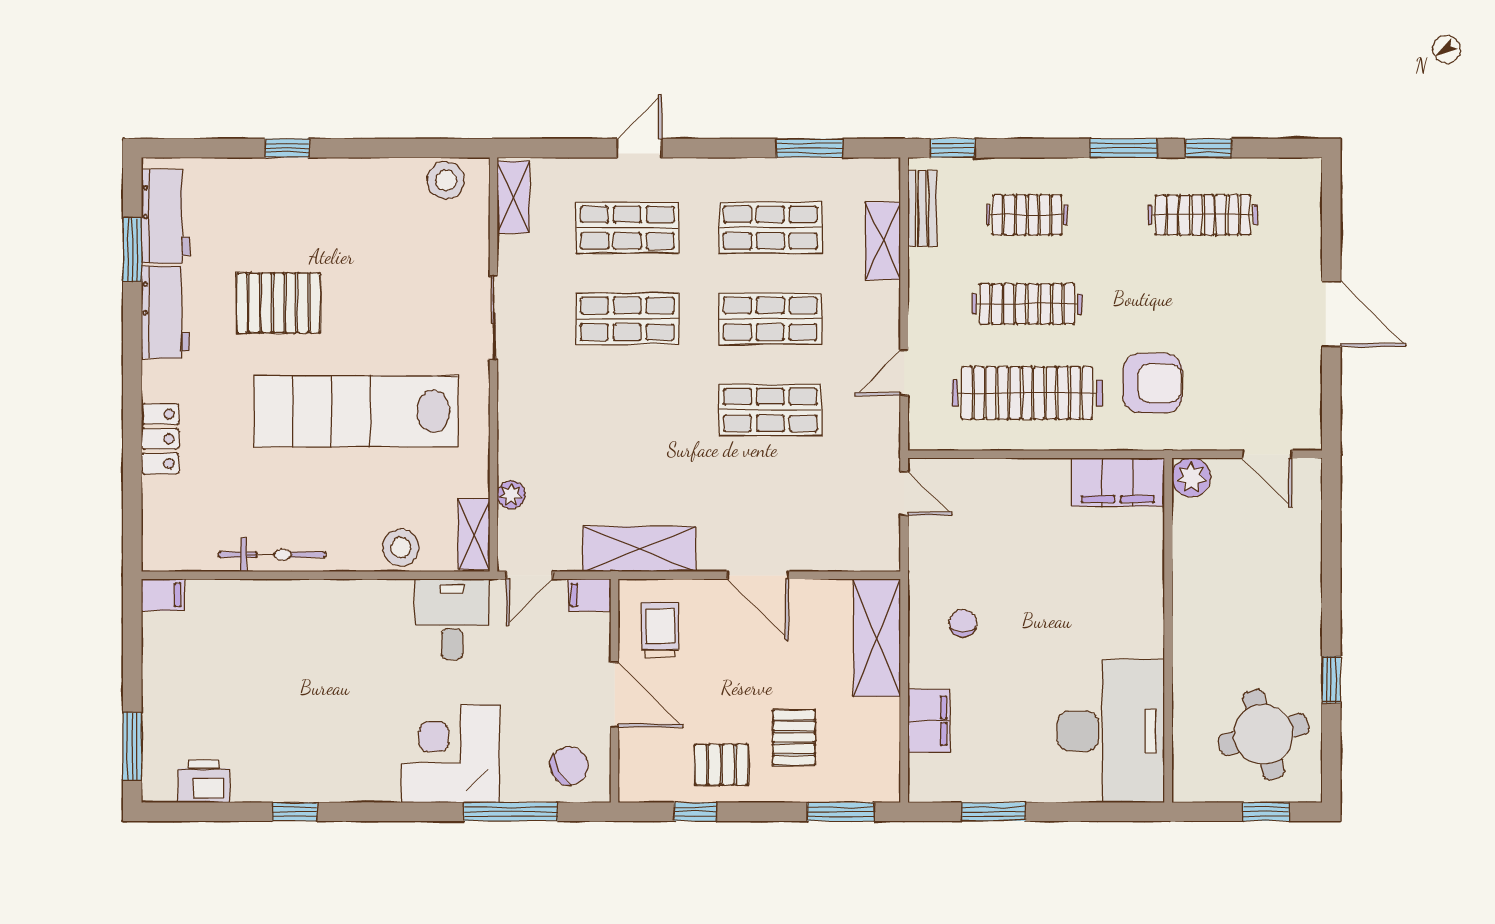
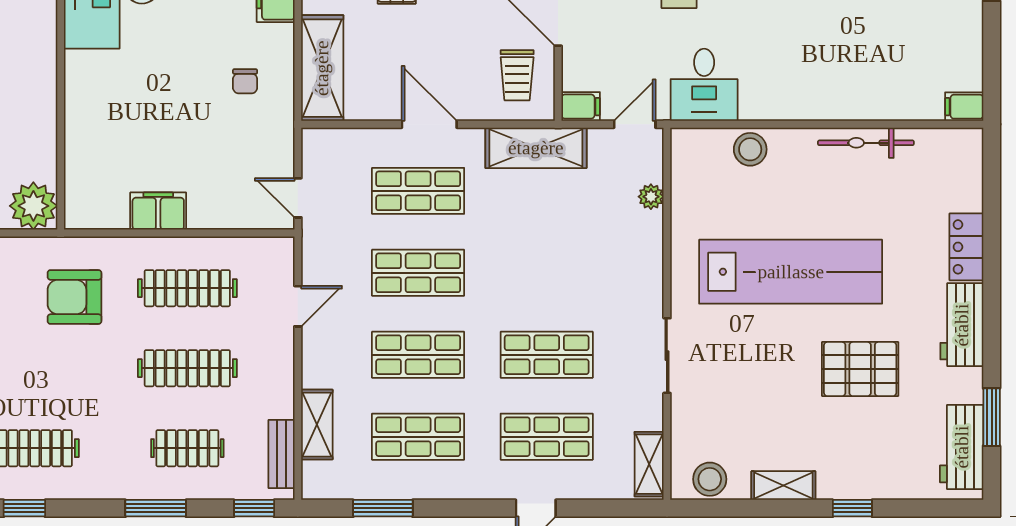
window: (1123, 148) -> (156, 508), moved
workbench: (165, 312) -> (962, 325), moved
clothes rail: (1027, 393) -> (187, 288), width x0.73, depth x0.76
plant: (1191, 477) -> (33, 206), width x1.36, depth x1.36
filing cabinet: (1118, 482) -> (158, 211), moved, width x0.67, depth x0.86
shop shelf: (770, 501) -> (418, 191), added
shelving: (474, 534) -> (783, 486), moved, turned 90

